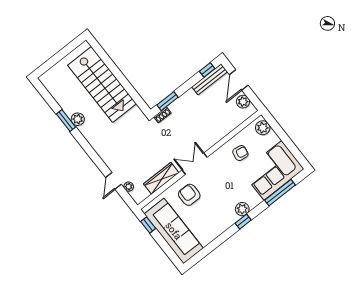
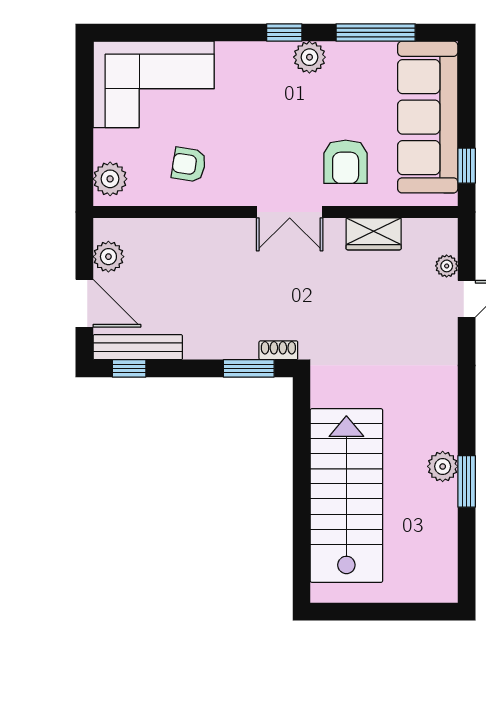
door: (239, 80) -> (84, 303), hinge flipped
wardrobe: (161, 178) -> (374, 234), width x0.67
window: (280, 193) -> (376, 32), moved
plant: (242, 209) -> (309, 57), moved

